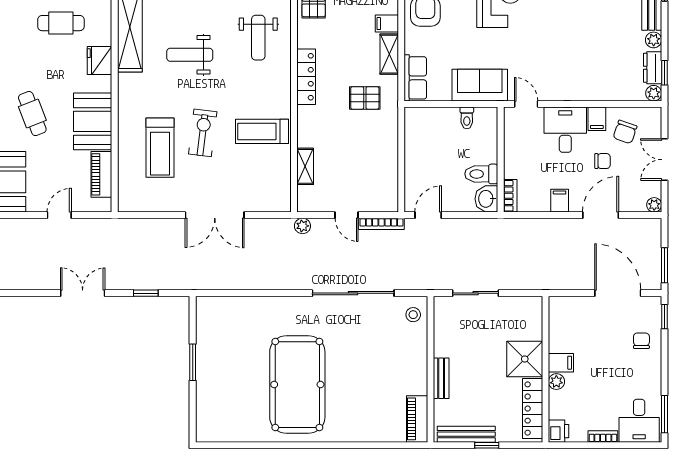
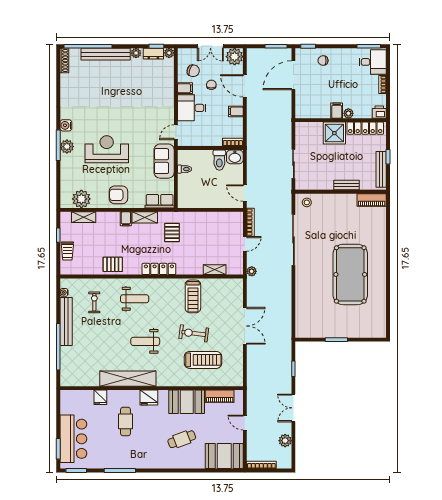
weight bench: (190, 55) -> (145, 341), turned 90
plant: (654, 205) -> (235, 57), width x1.88, depth x1.88
plant: (30, 280) -> (285, 441), added
pool table: (297, 385) -> (350, 274), turned 90

